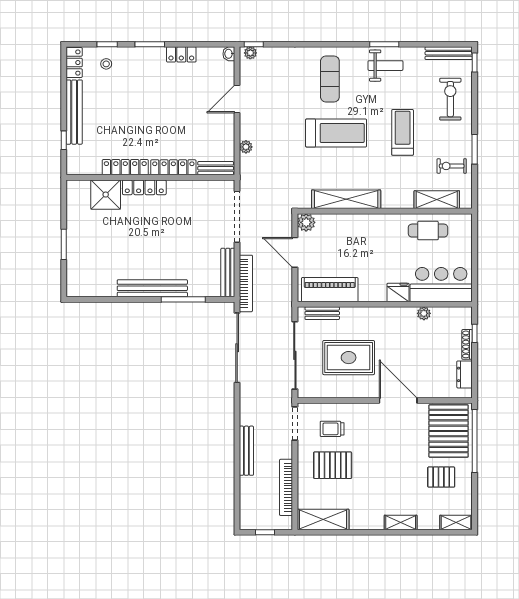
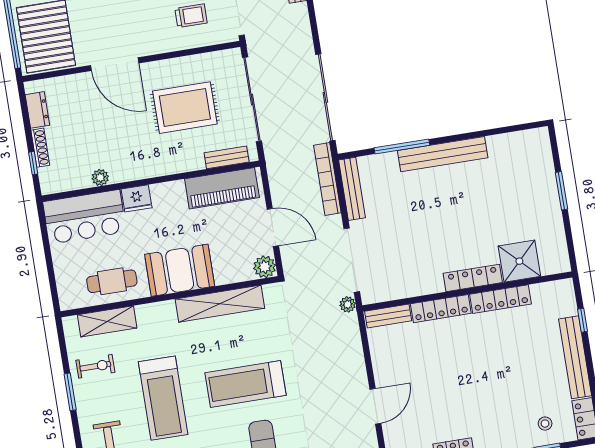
treadmill: (403, 132) -> (163, 398), width x1.37, depth x1.38
plant: (246, 147) -> (348, 304), moved
booth: (373, 231) -> (180, 270), added

